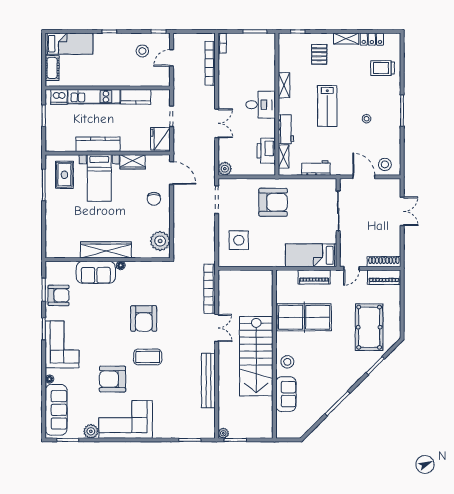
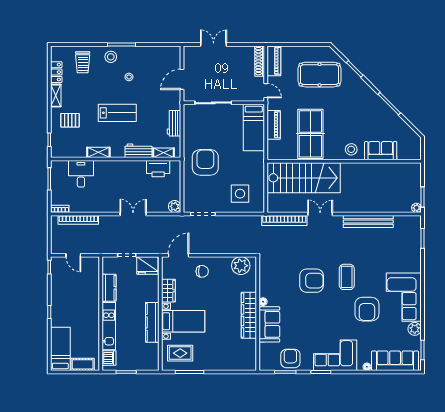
stool: (142, 51) -> (67, 282), removed
desk: (261, 105) -> (81, 174), moved
stool: (385, 164) -> (111, 57), moved
stairs: (256, 356) -> (304, 178), moved

